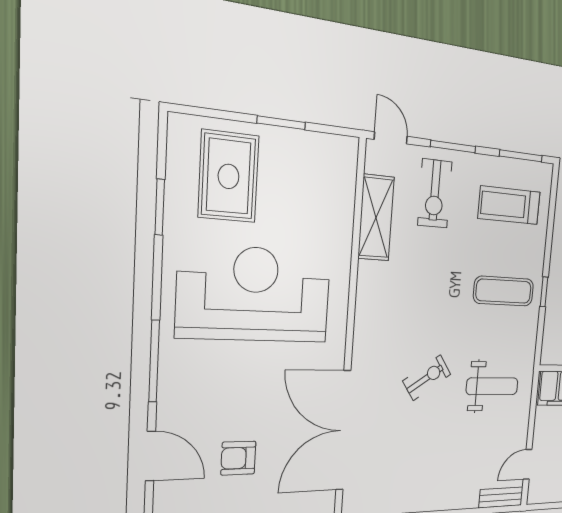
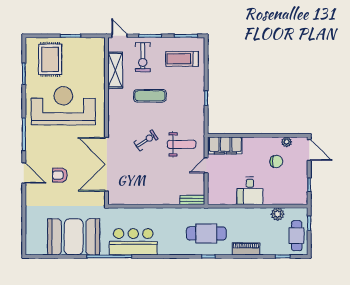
exercise mat: (504, 291) -> (150, 96), moved
door: (528, 464) -> (206, 165), moved

